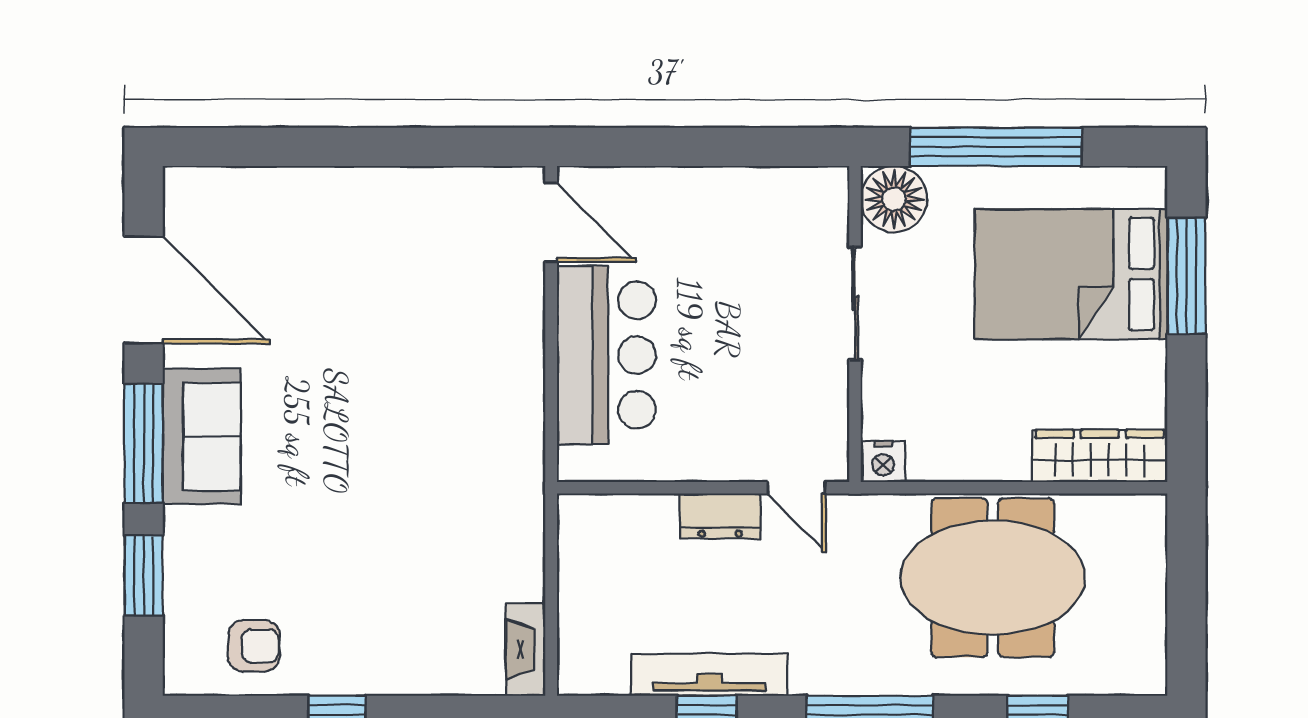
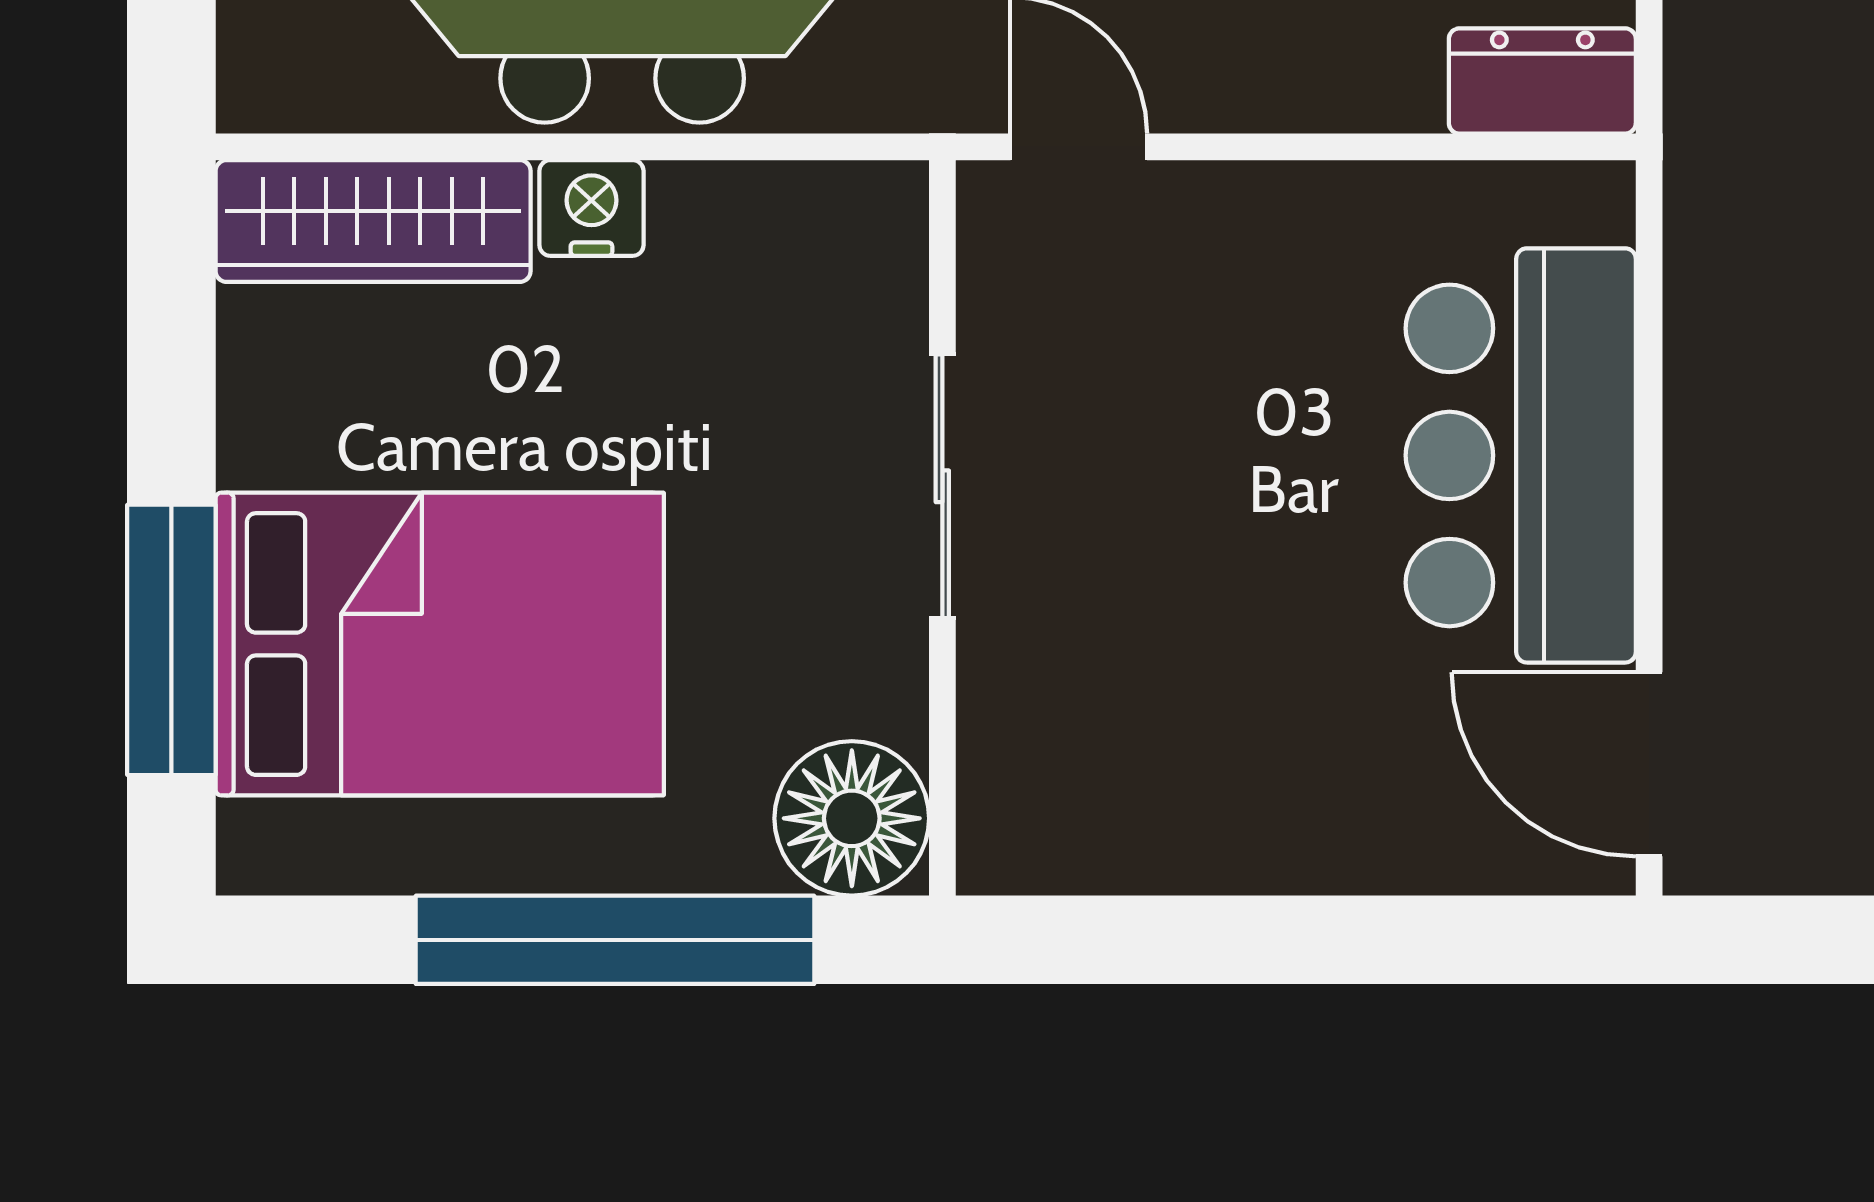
sliding door: (855, 303) -> (942, 486), moved
nightstand: (883, 462) -> (591, 208), moved
dresser: (720, 516) -> (1542, 81), moved

